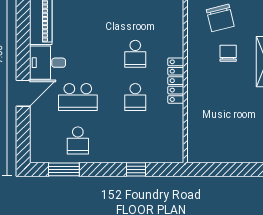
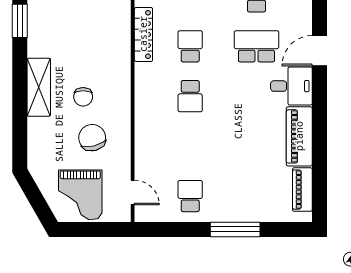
school desk: (135, 54) -> (190, 96), turned 180
locker: (176, 81) -> (143, 34), moved

